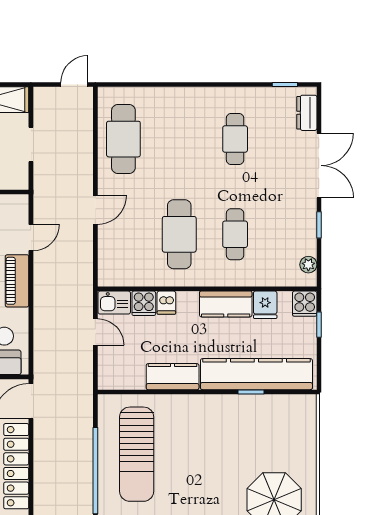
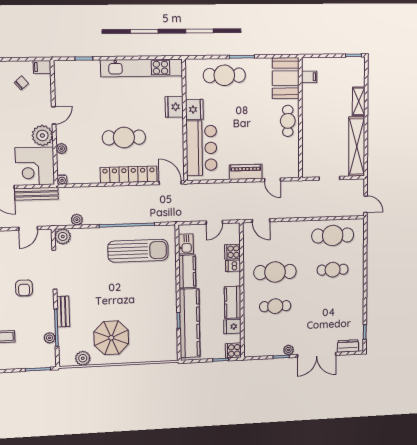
cafe table: (235, 139) -> (333, 270), moved
door: (95, 210) -> (261, 221), moved
plant: (308, 265) -> (288, 350), moved
kitchen sink: (114, 303) -> (186, 244), moved, turned 180
sun lounger: (137, 454) -> (138, 251), turned 180

